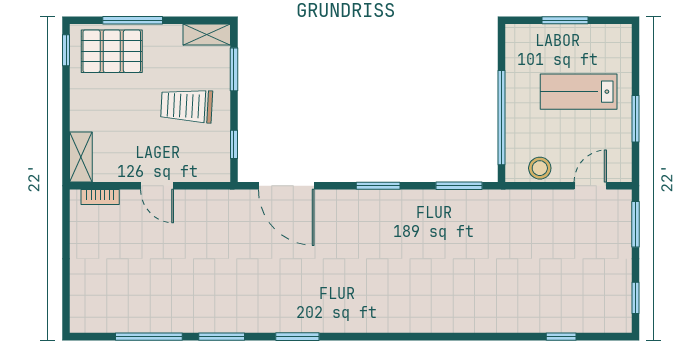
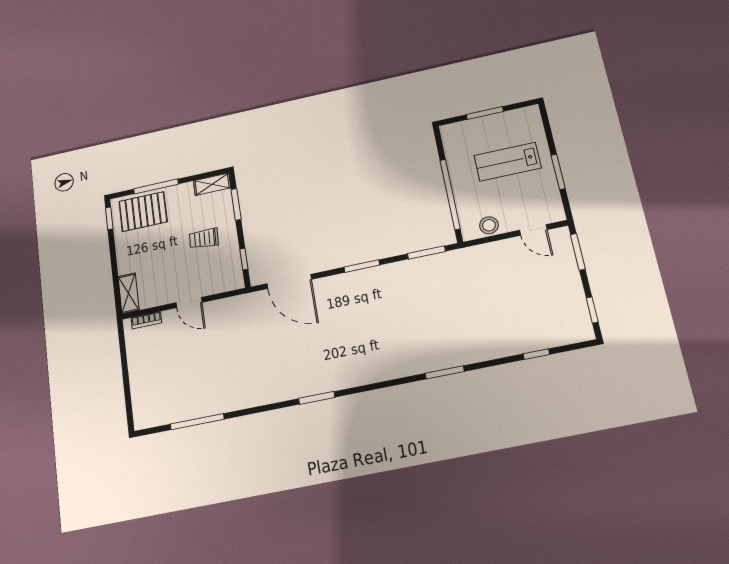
trolley: (187, 106) -> (204, 239), width x0.73, depth x0.72
door: (590, 186) -> (533, 230), swing flipped
window: (222, 337) -> (445, 372), moved

